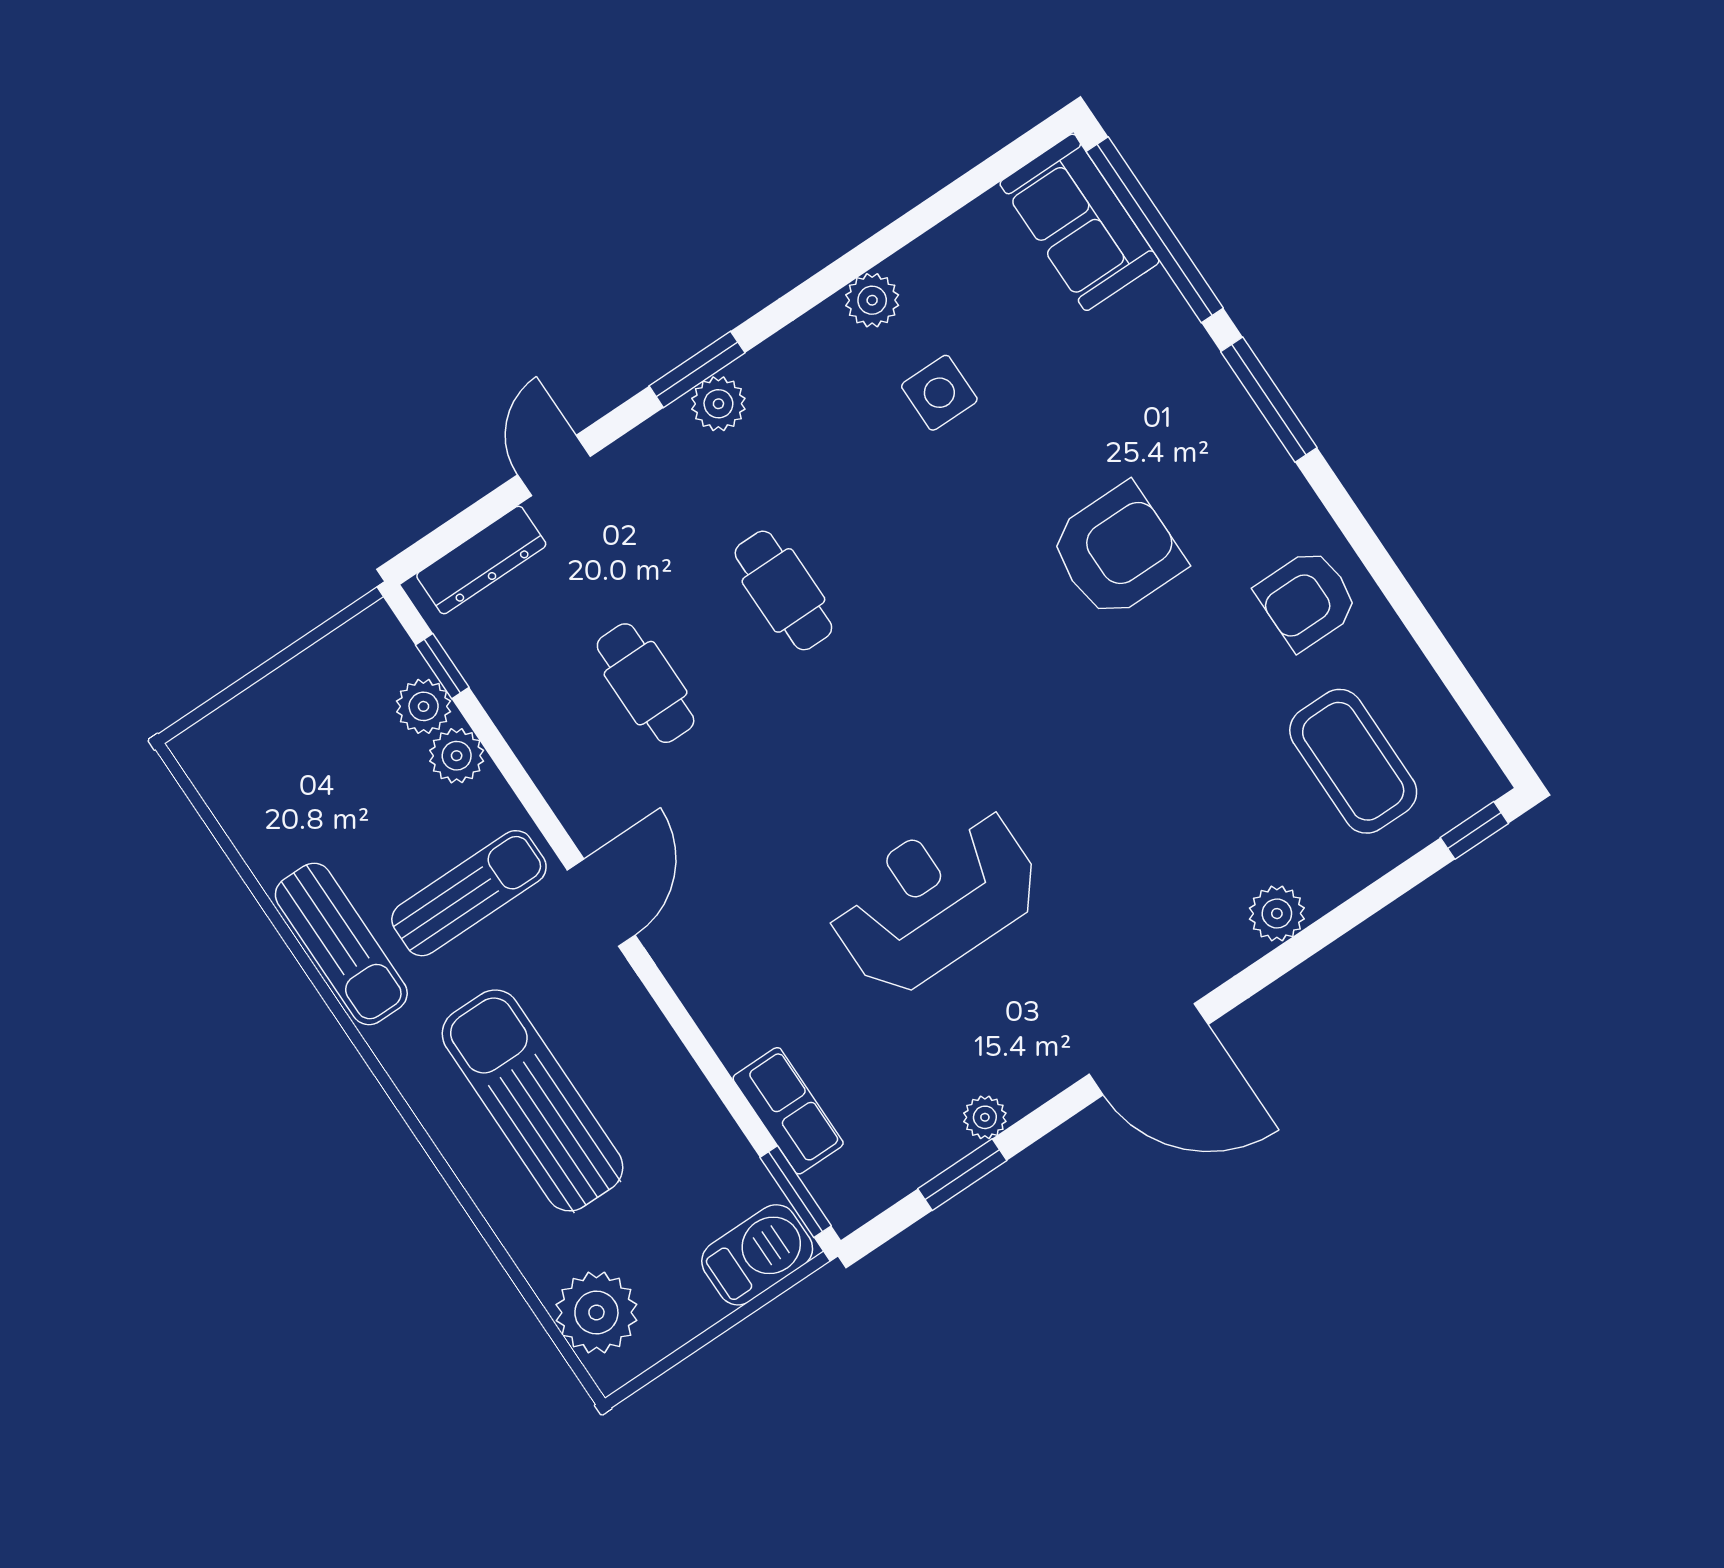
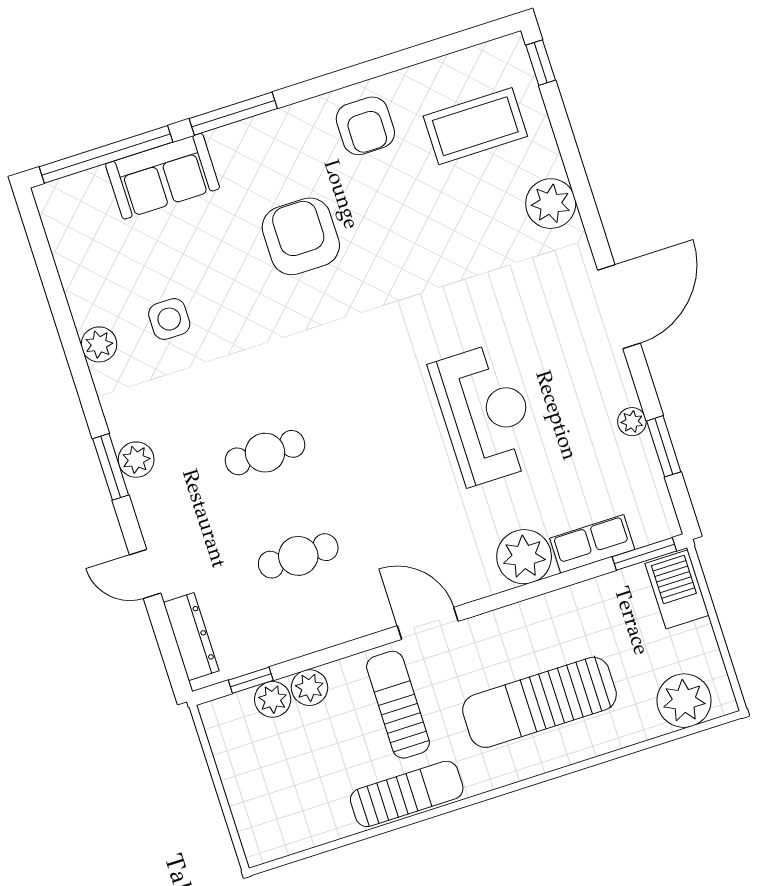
sofa: (1079, 222) -> (163, 176), moved
reception desk: (934, 899) -> (486, 414), turned 180
plant: (1277, 914) -> (551, 204), width x1.36, depth x1.36
plant: (740, 1016) -> (524, 557), added

